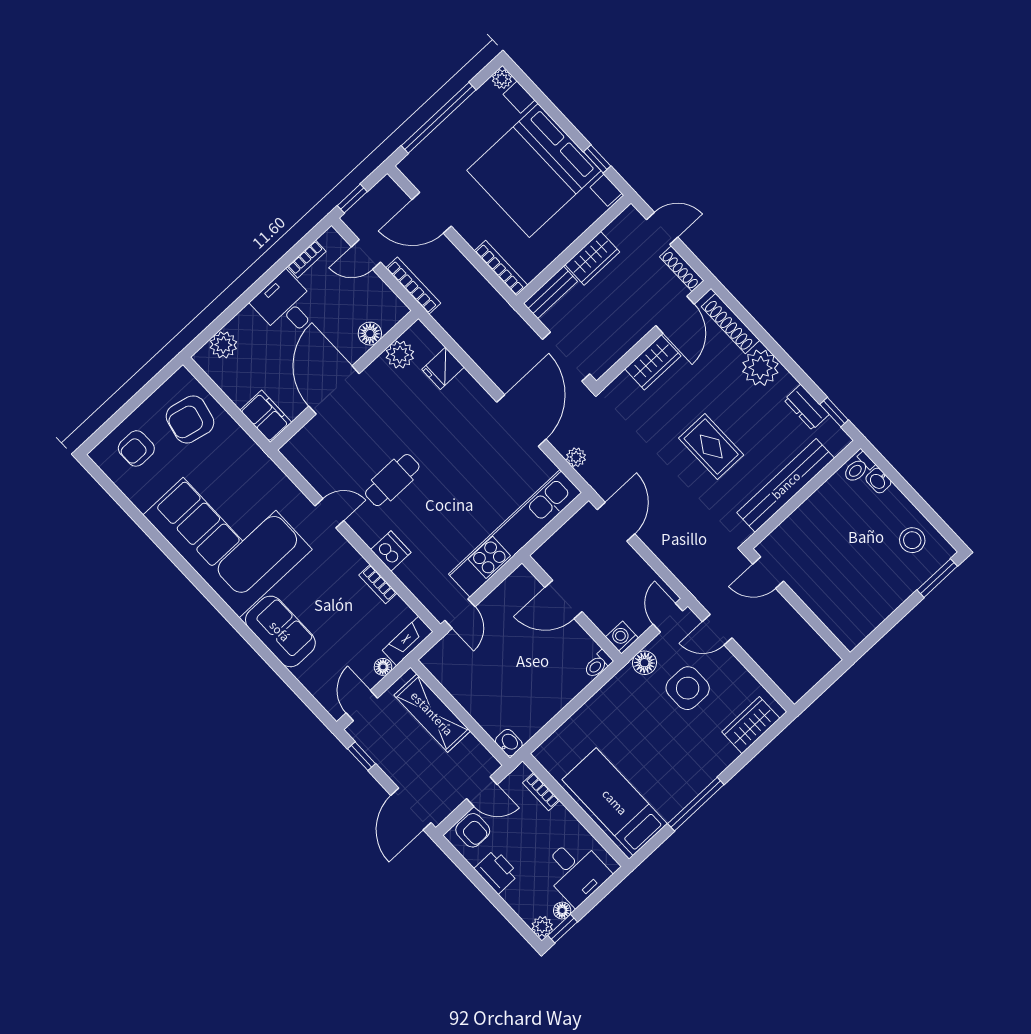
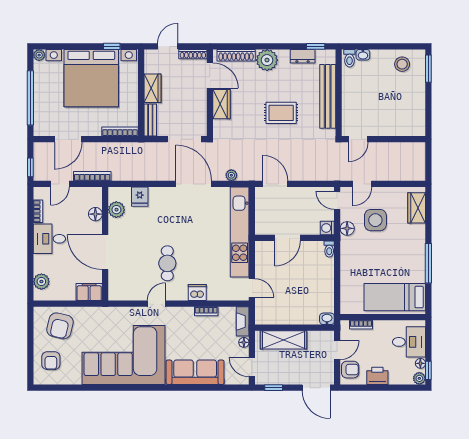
sofa: (280, 631) -> (195, 372), width x1.36

